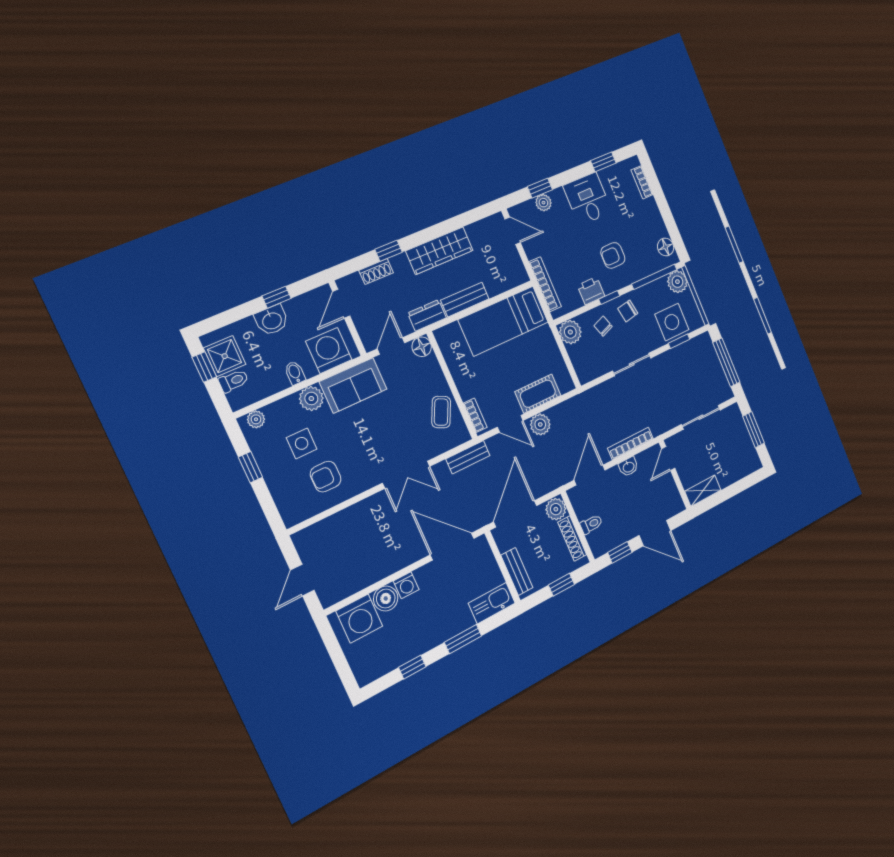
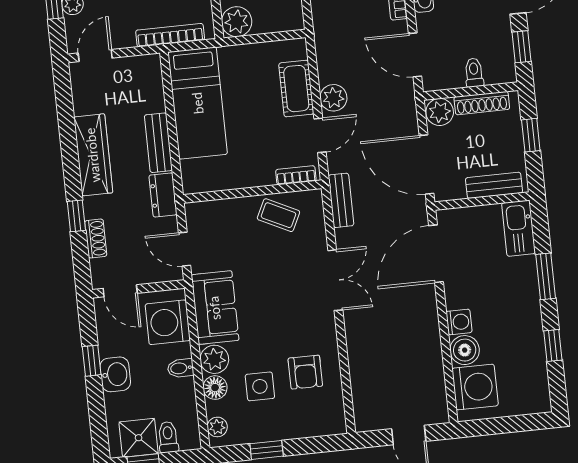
floor lamp: (422, 347) -> (215, 388), moved

